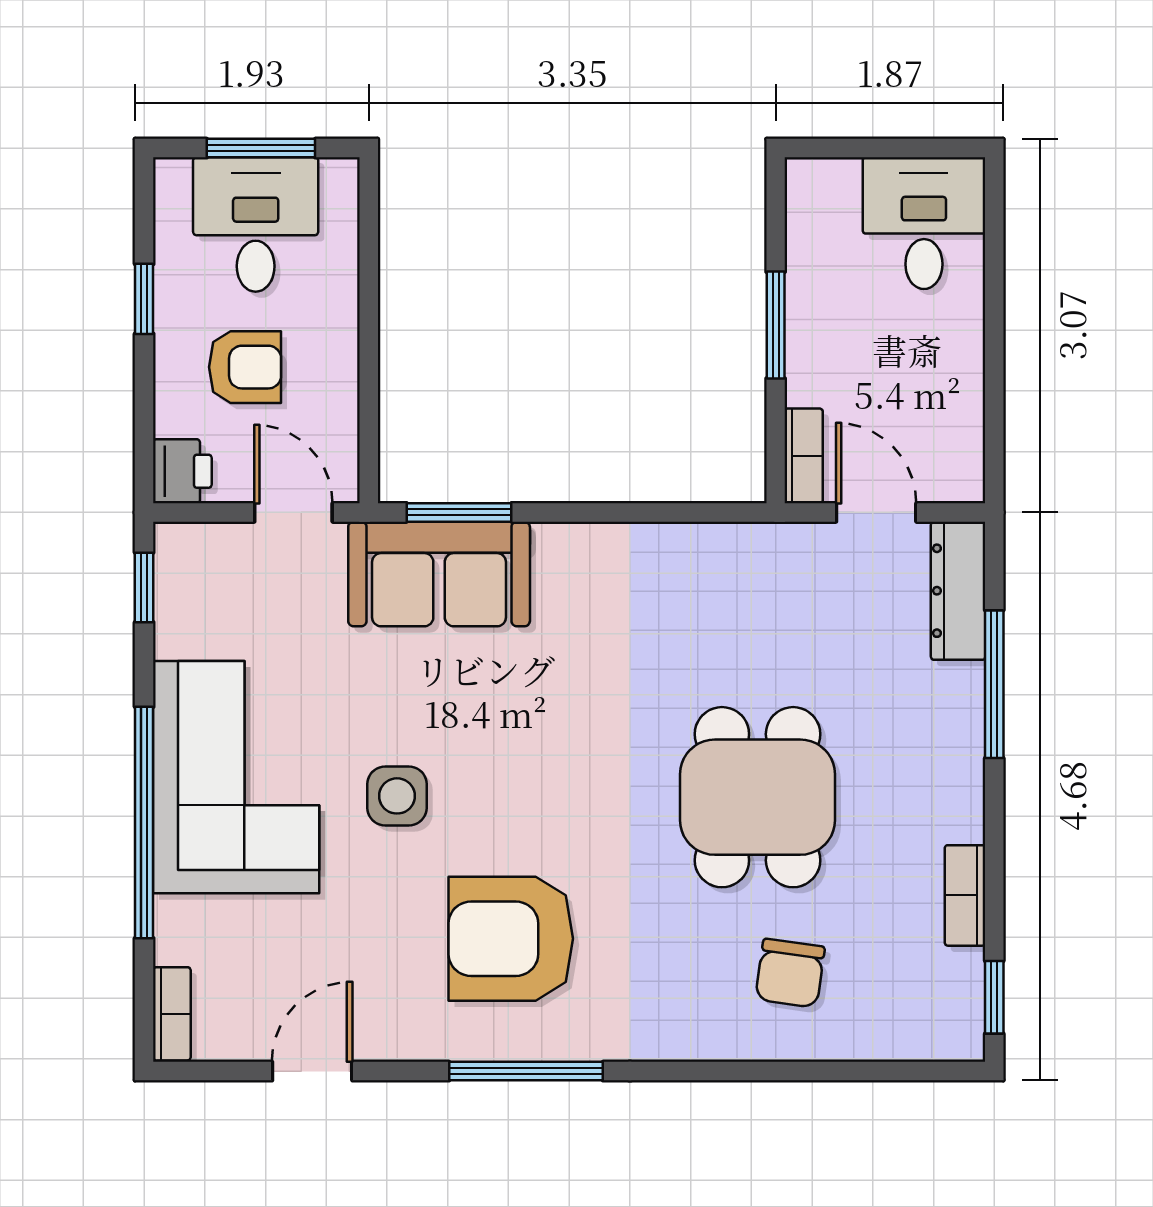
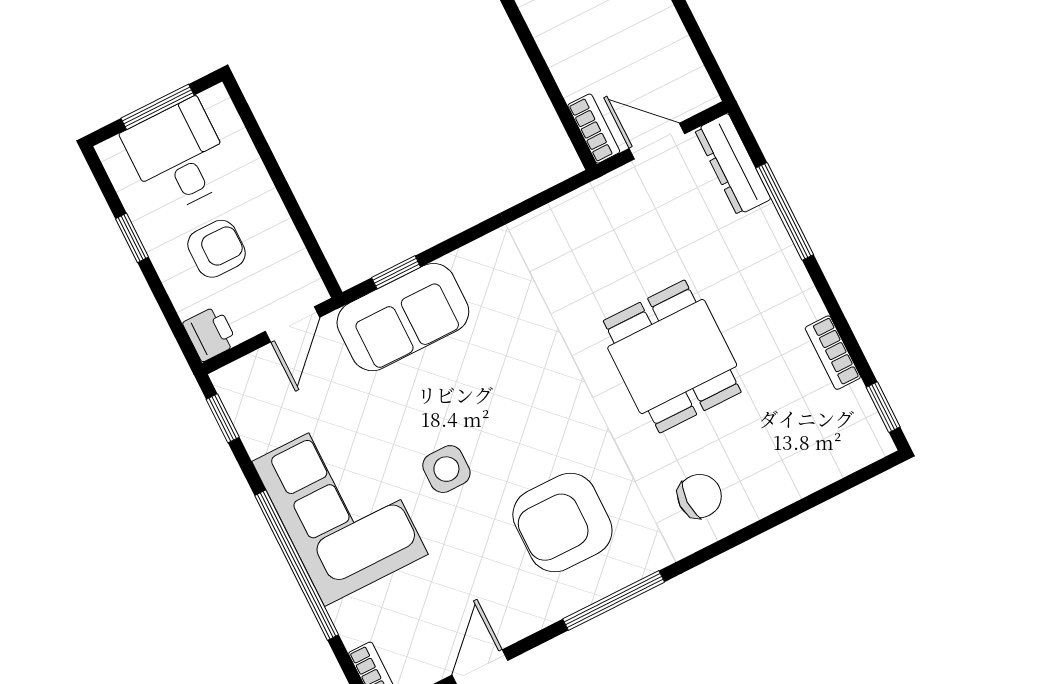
window: (776, 325) -> (535, 56), removed
door: (293, 512) -> (293, 324), swing flipped
window: (459, 512) -> (396, 272), width x0.67
chair: (790, 973) -> (700, 496), moved, turned -98

